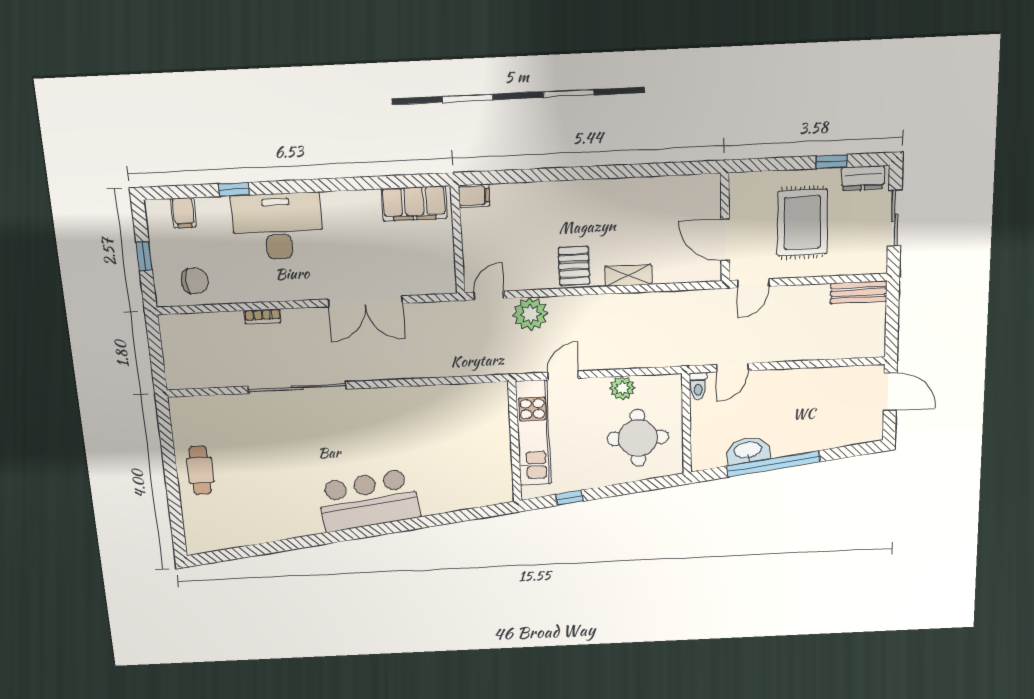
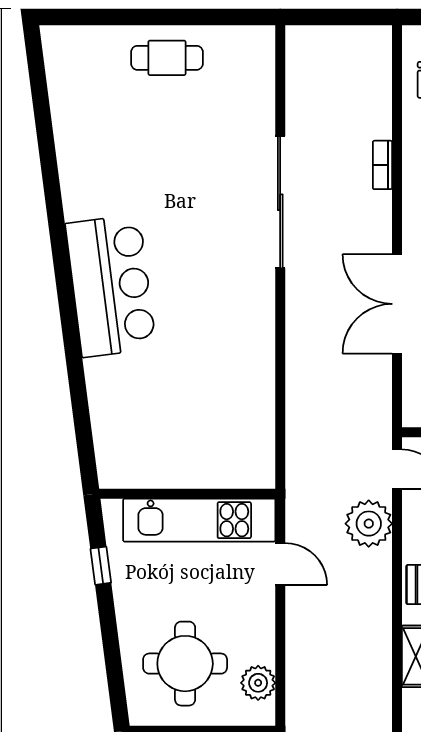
plant: (622, 388) -> (258, 683), moved

